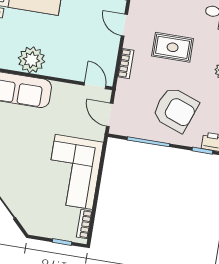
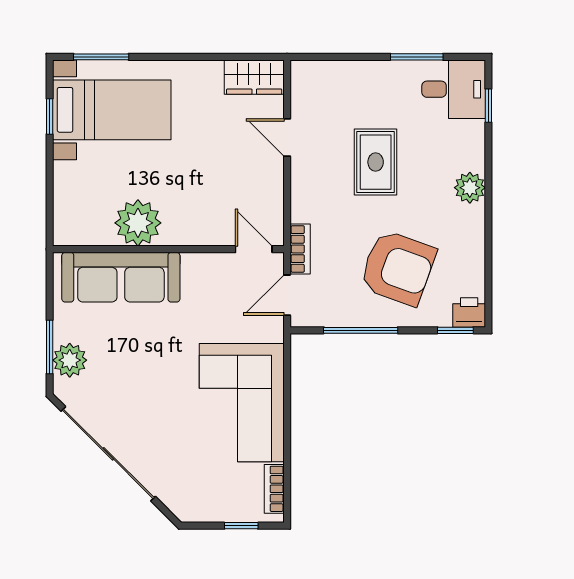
rug: (173, 47) -> (376, 162), turned 90
bookcase: (126, 64) -> (300, 249), moved
door: (110, 115) -> (287, 295), hinge flipped

